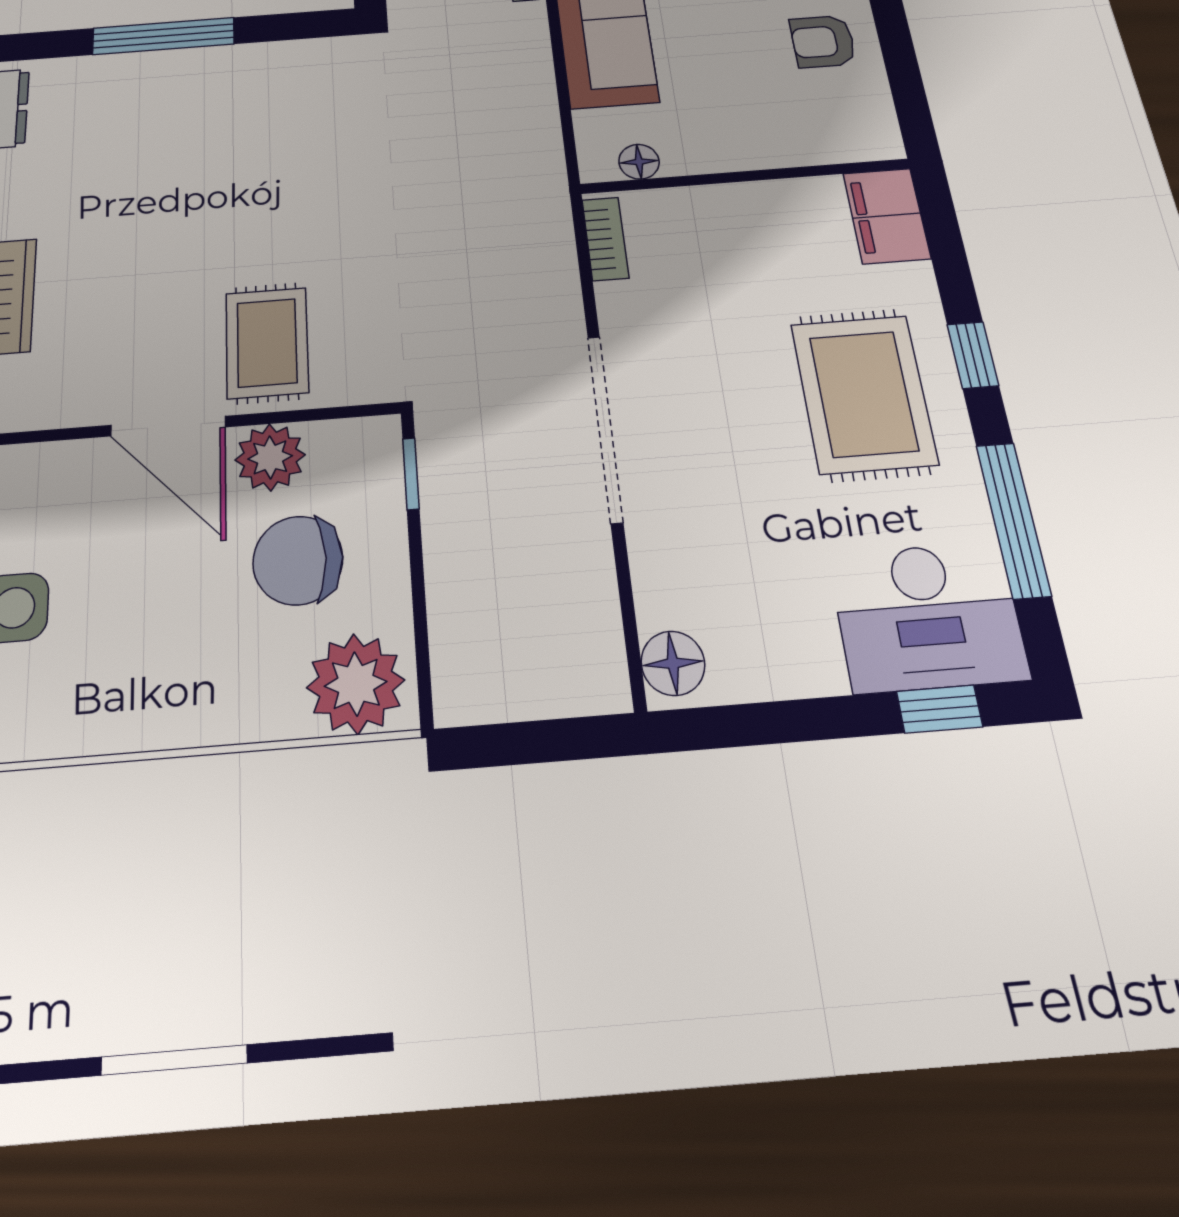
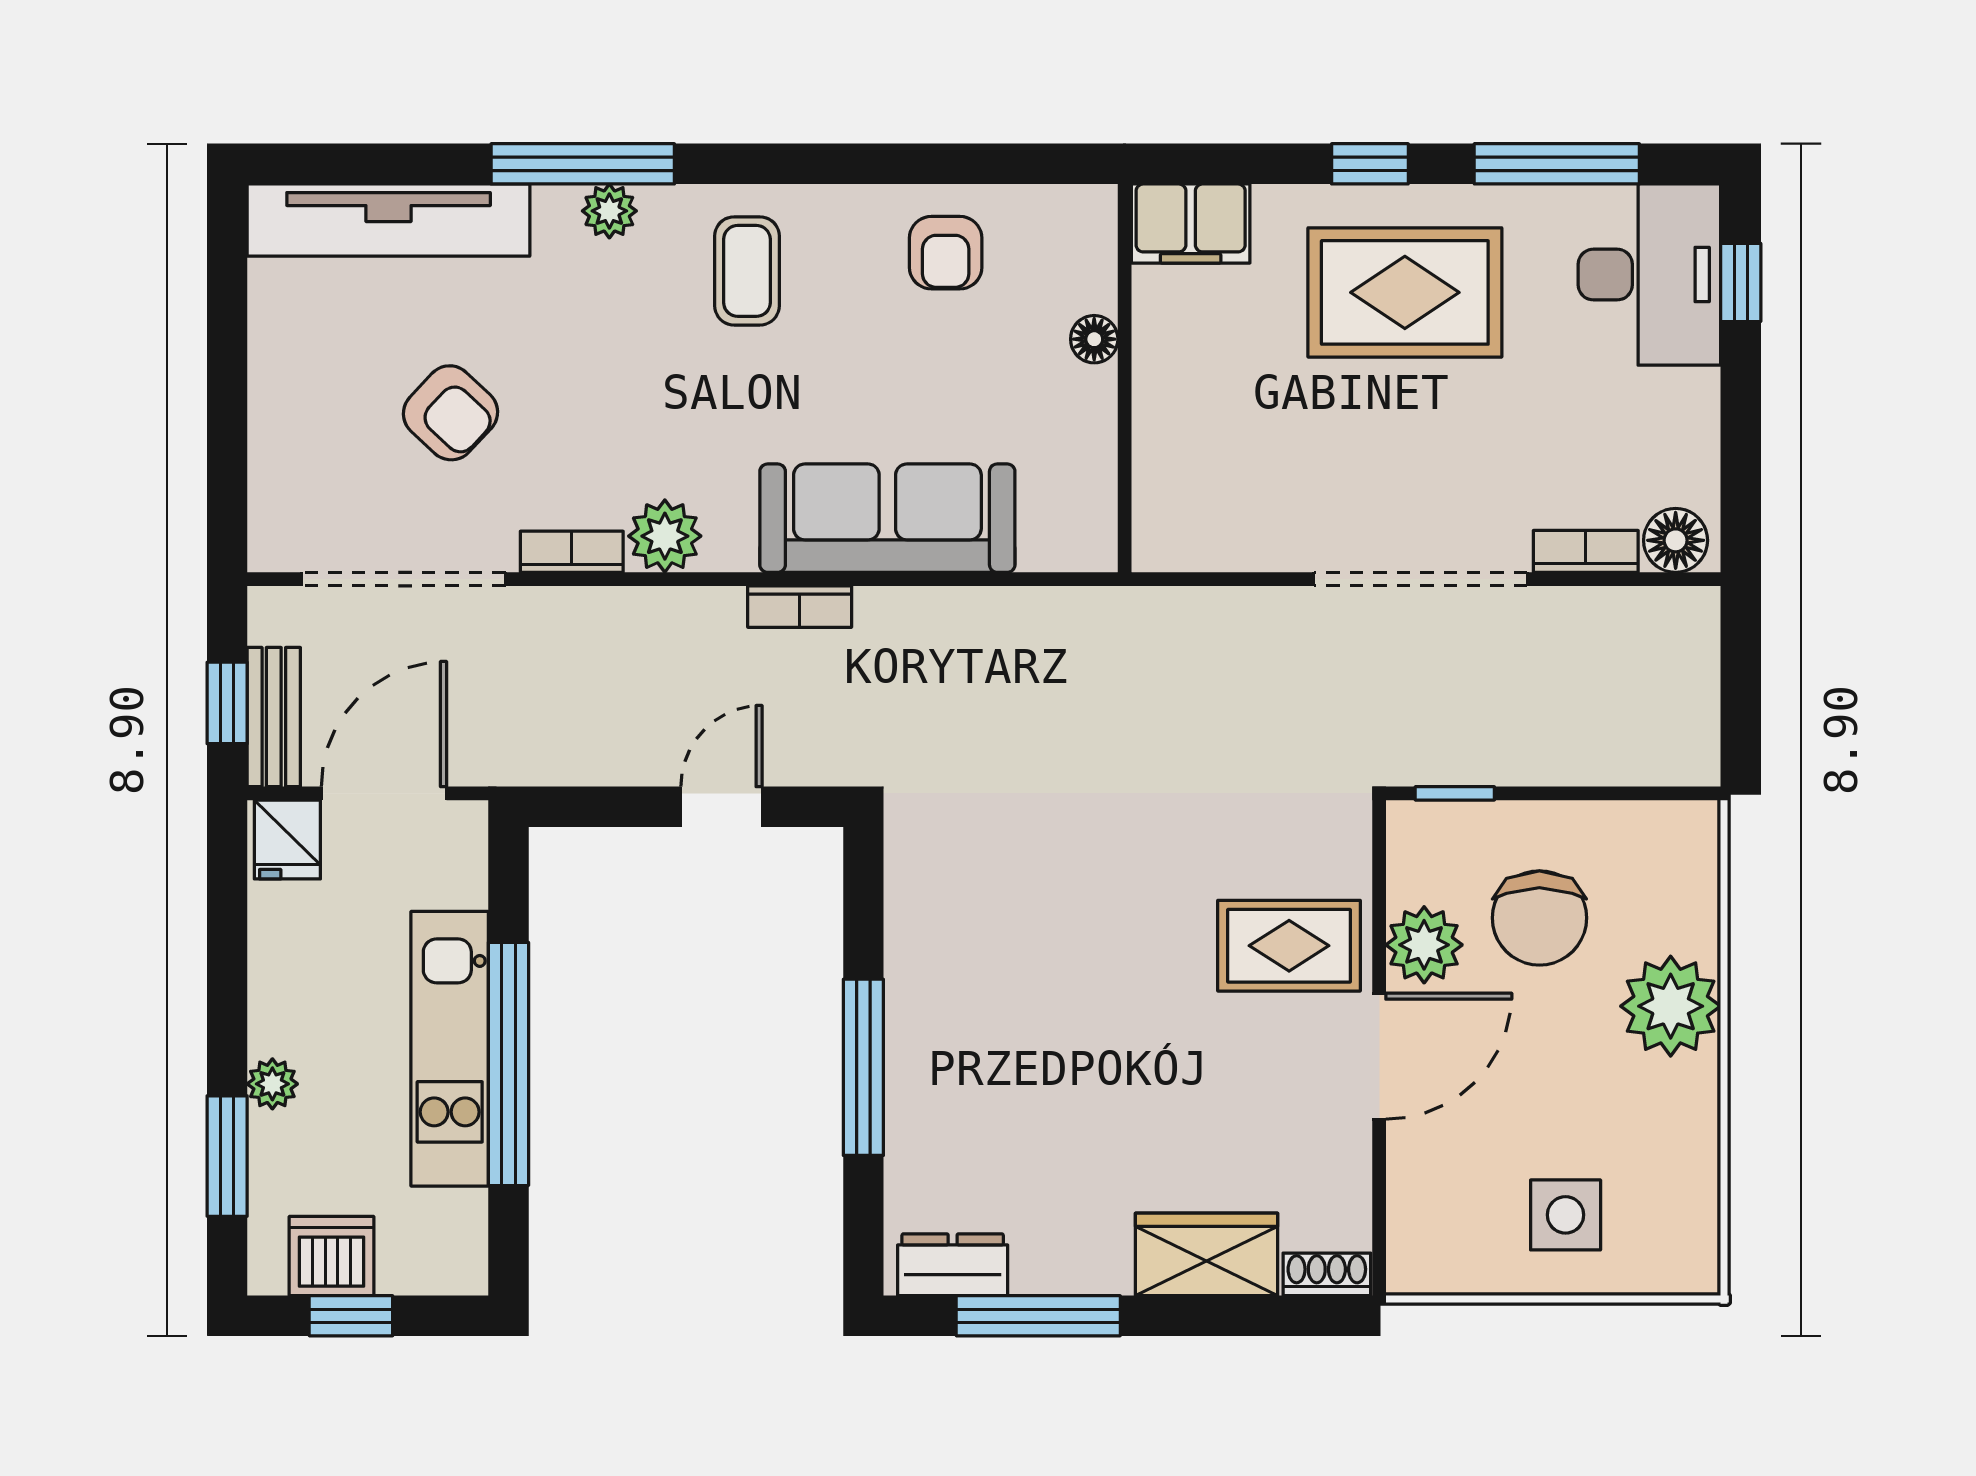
floor lamp: (639, 162) -> (1094, 339), moved
bookcase: (605, 239) -> (1586, 551), moved
plant: (356, 684) -> (1671, 1006), moved

